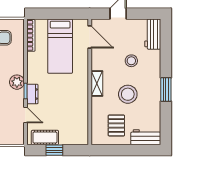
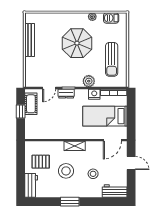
nightstand: (33, 59) -> (94, 94), added
plant: (17, 82) -> (89, 81), moved

